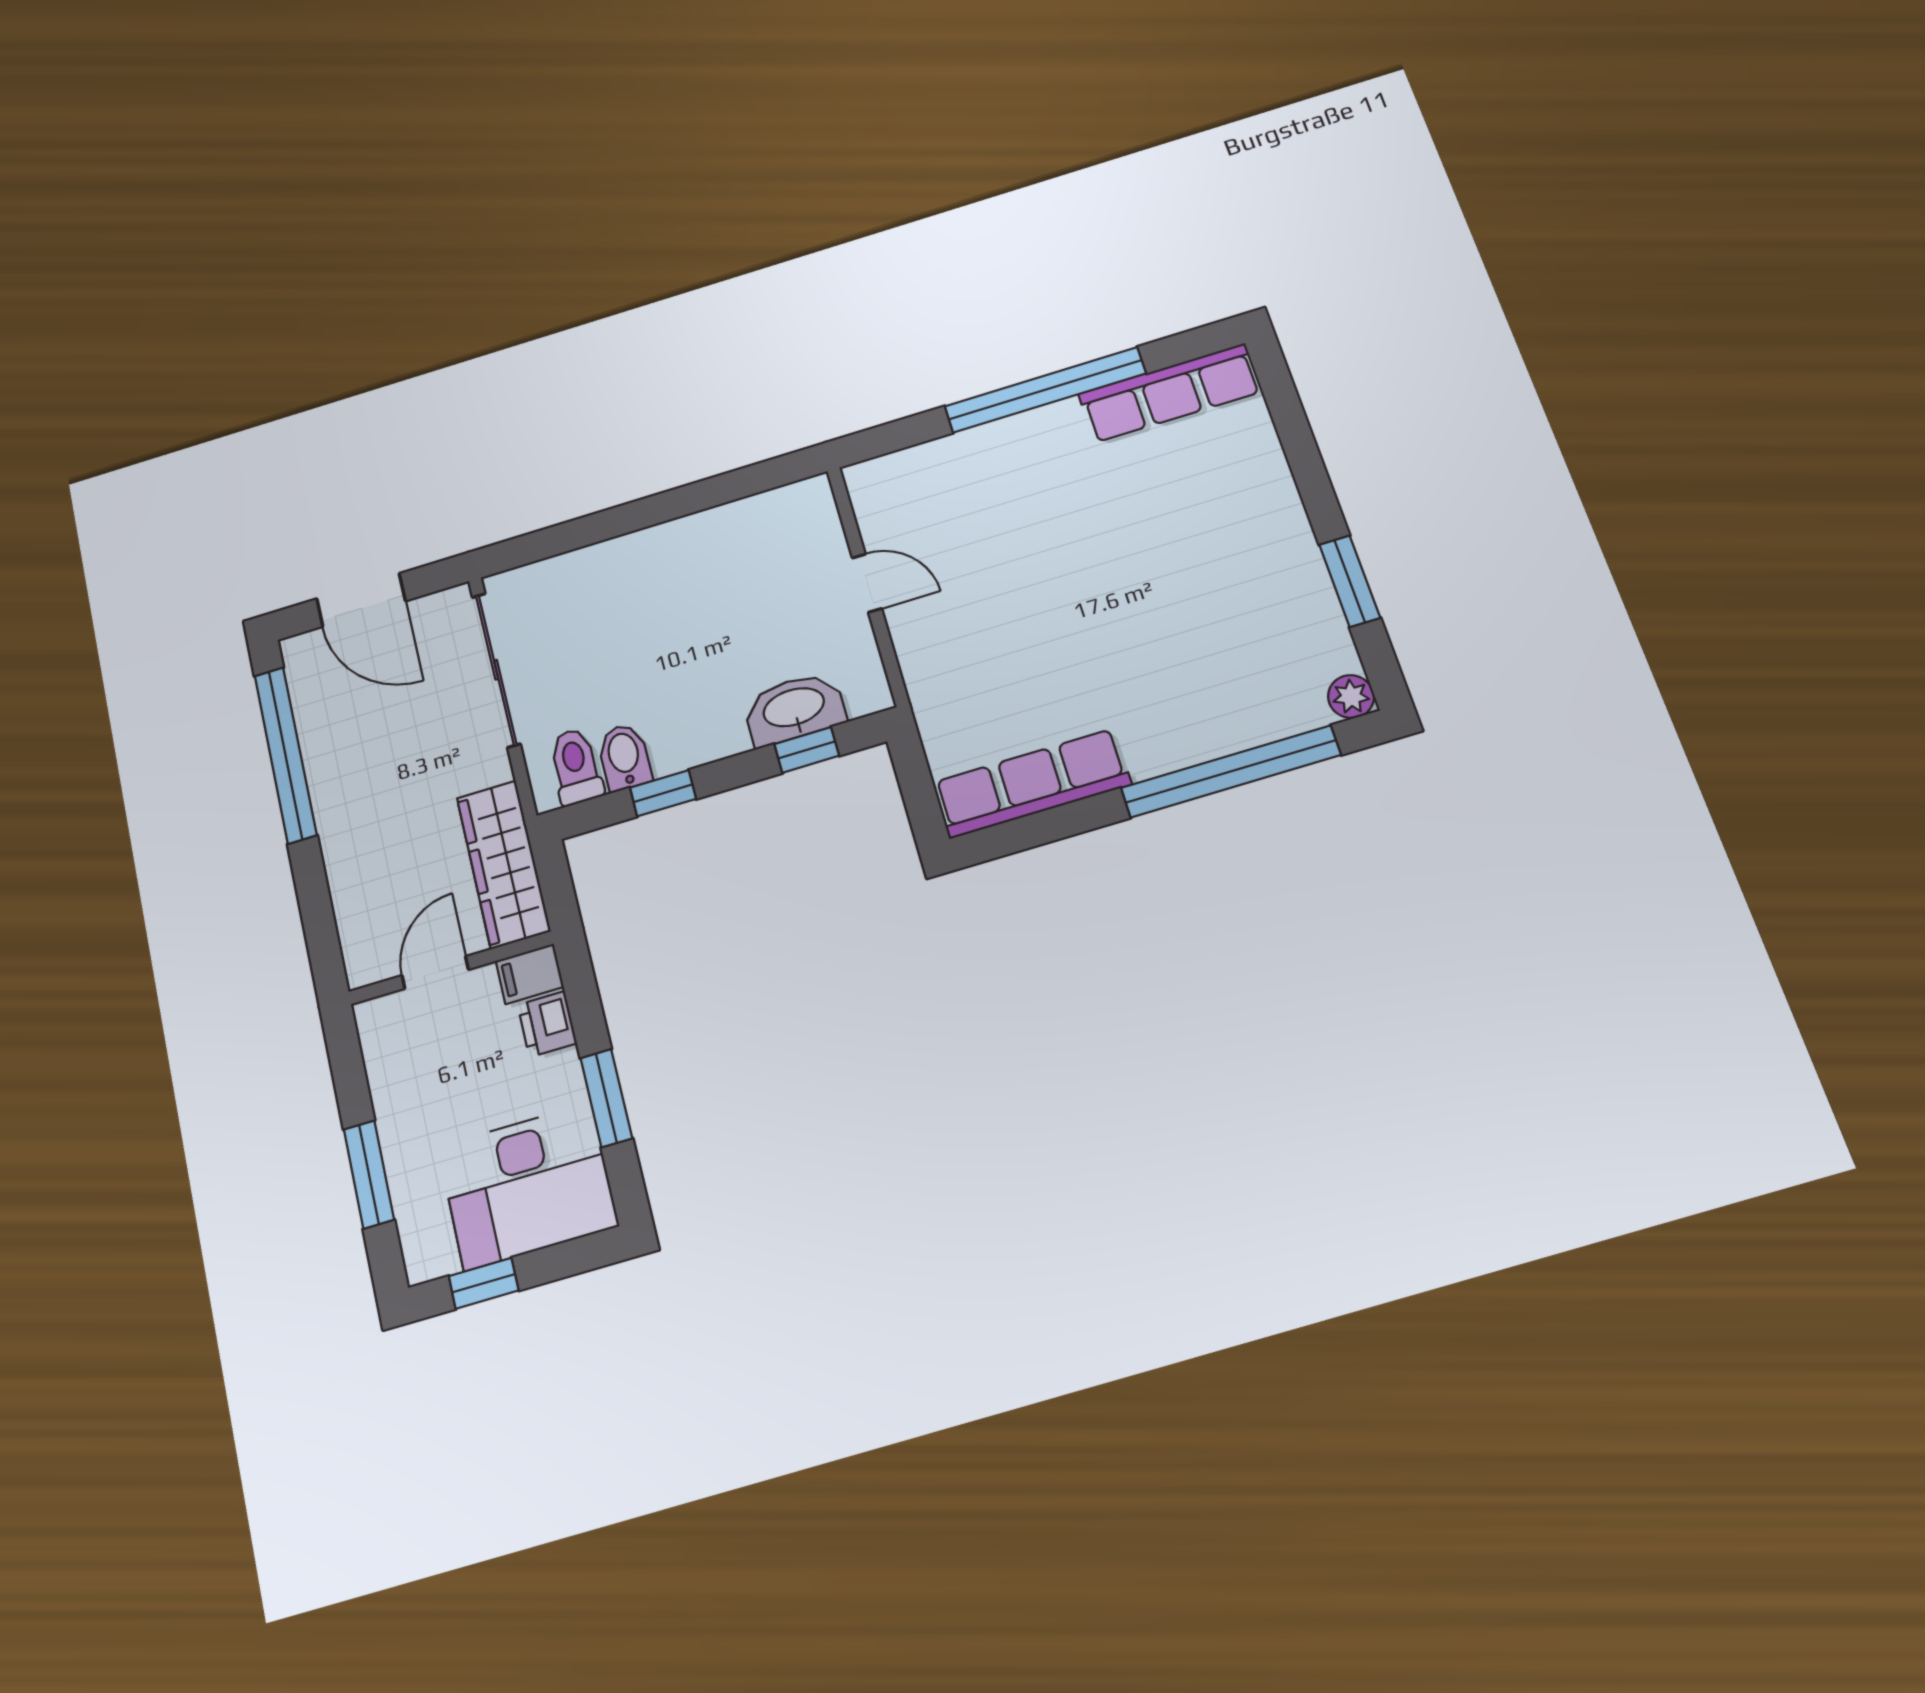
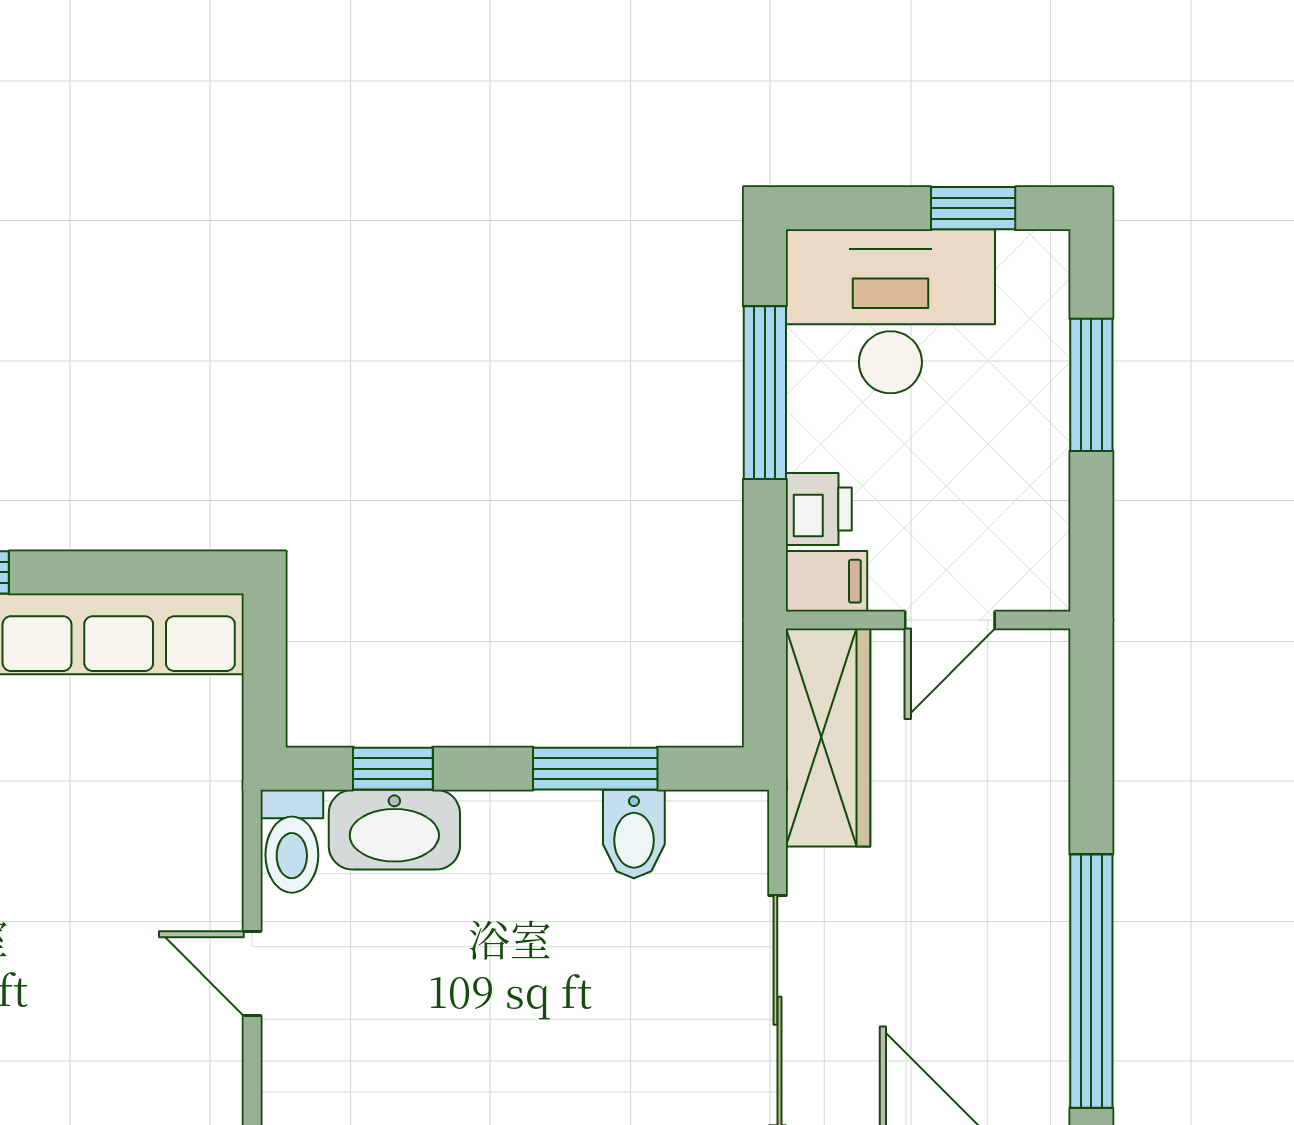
toilet: (576, 766) -> (292, 841), moved
window: (663, 793) -> (595, 769), width x1.50
window: (606, 1098) -> (765, 393), width x1.44

